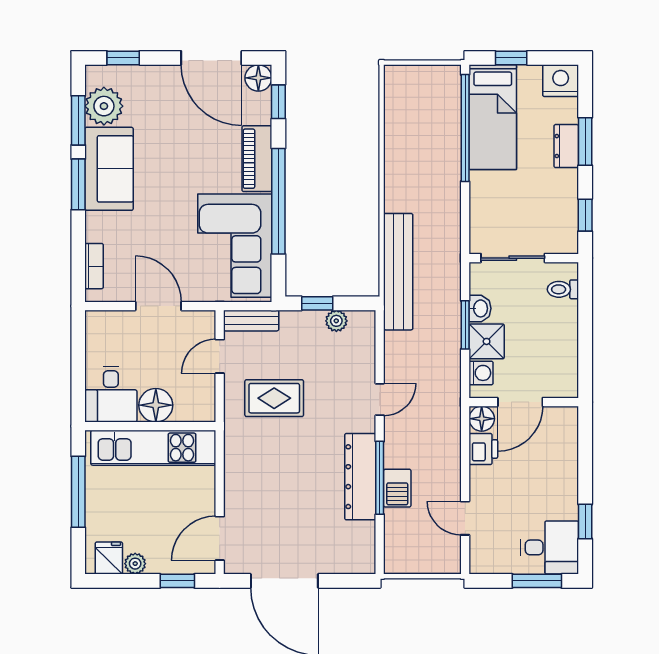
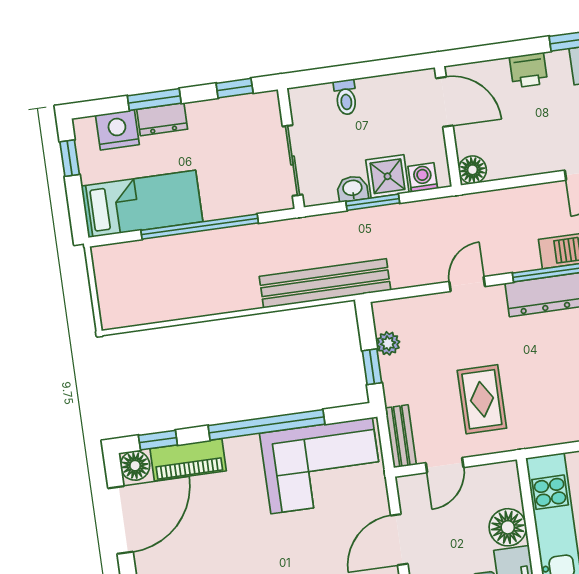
window: (511, 58) -> (70, 158), moved
nightstand: (561, 81) -> (117, 130), moved, turned 90
window: (465, 128) -> (200, 227), moved
piano: (257, 159) -> (188, 460), moved
toilet: (563, 289) -> (346, 97), moved
door: (220, 356) -> (445, 465), hinge flipped
door: (380, 399) -> (467, 284), hinge flipped
door: (520, 402) -> (444, 102), moved
printer: (483, 449) -> (528, 70), moved, turned 180

